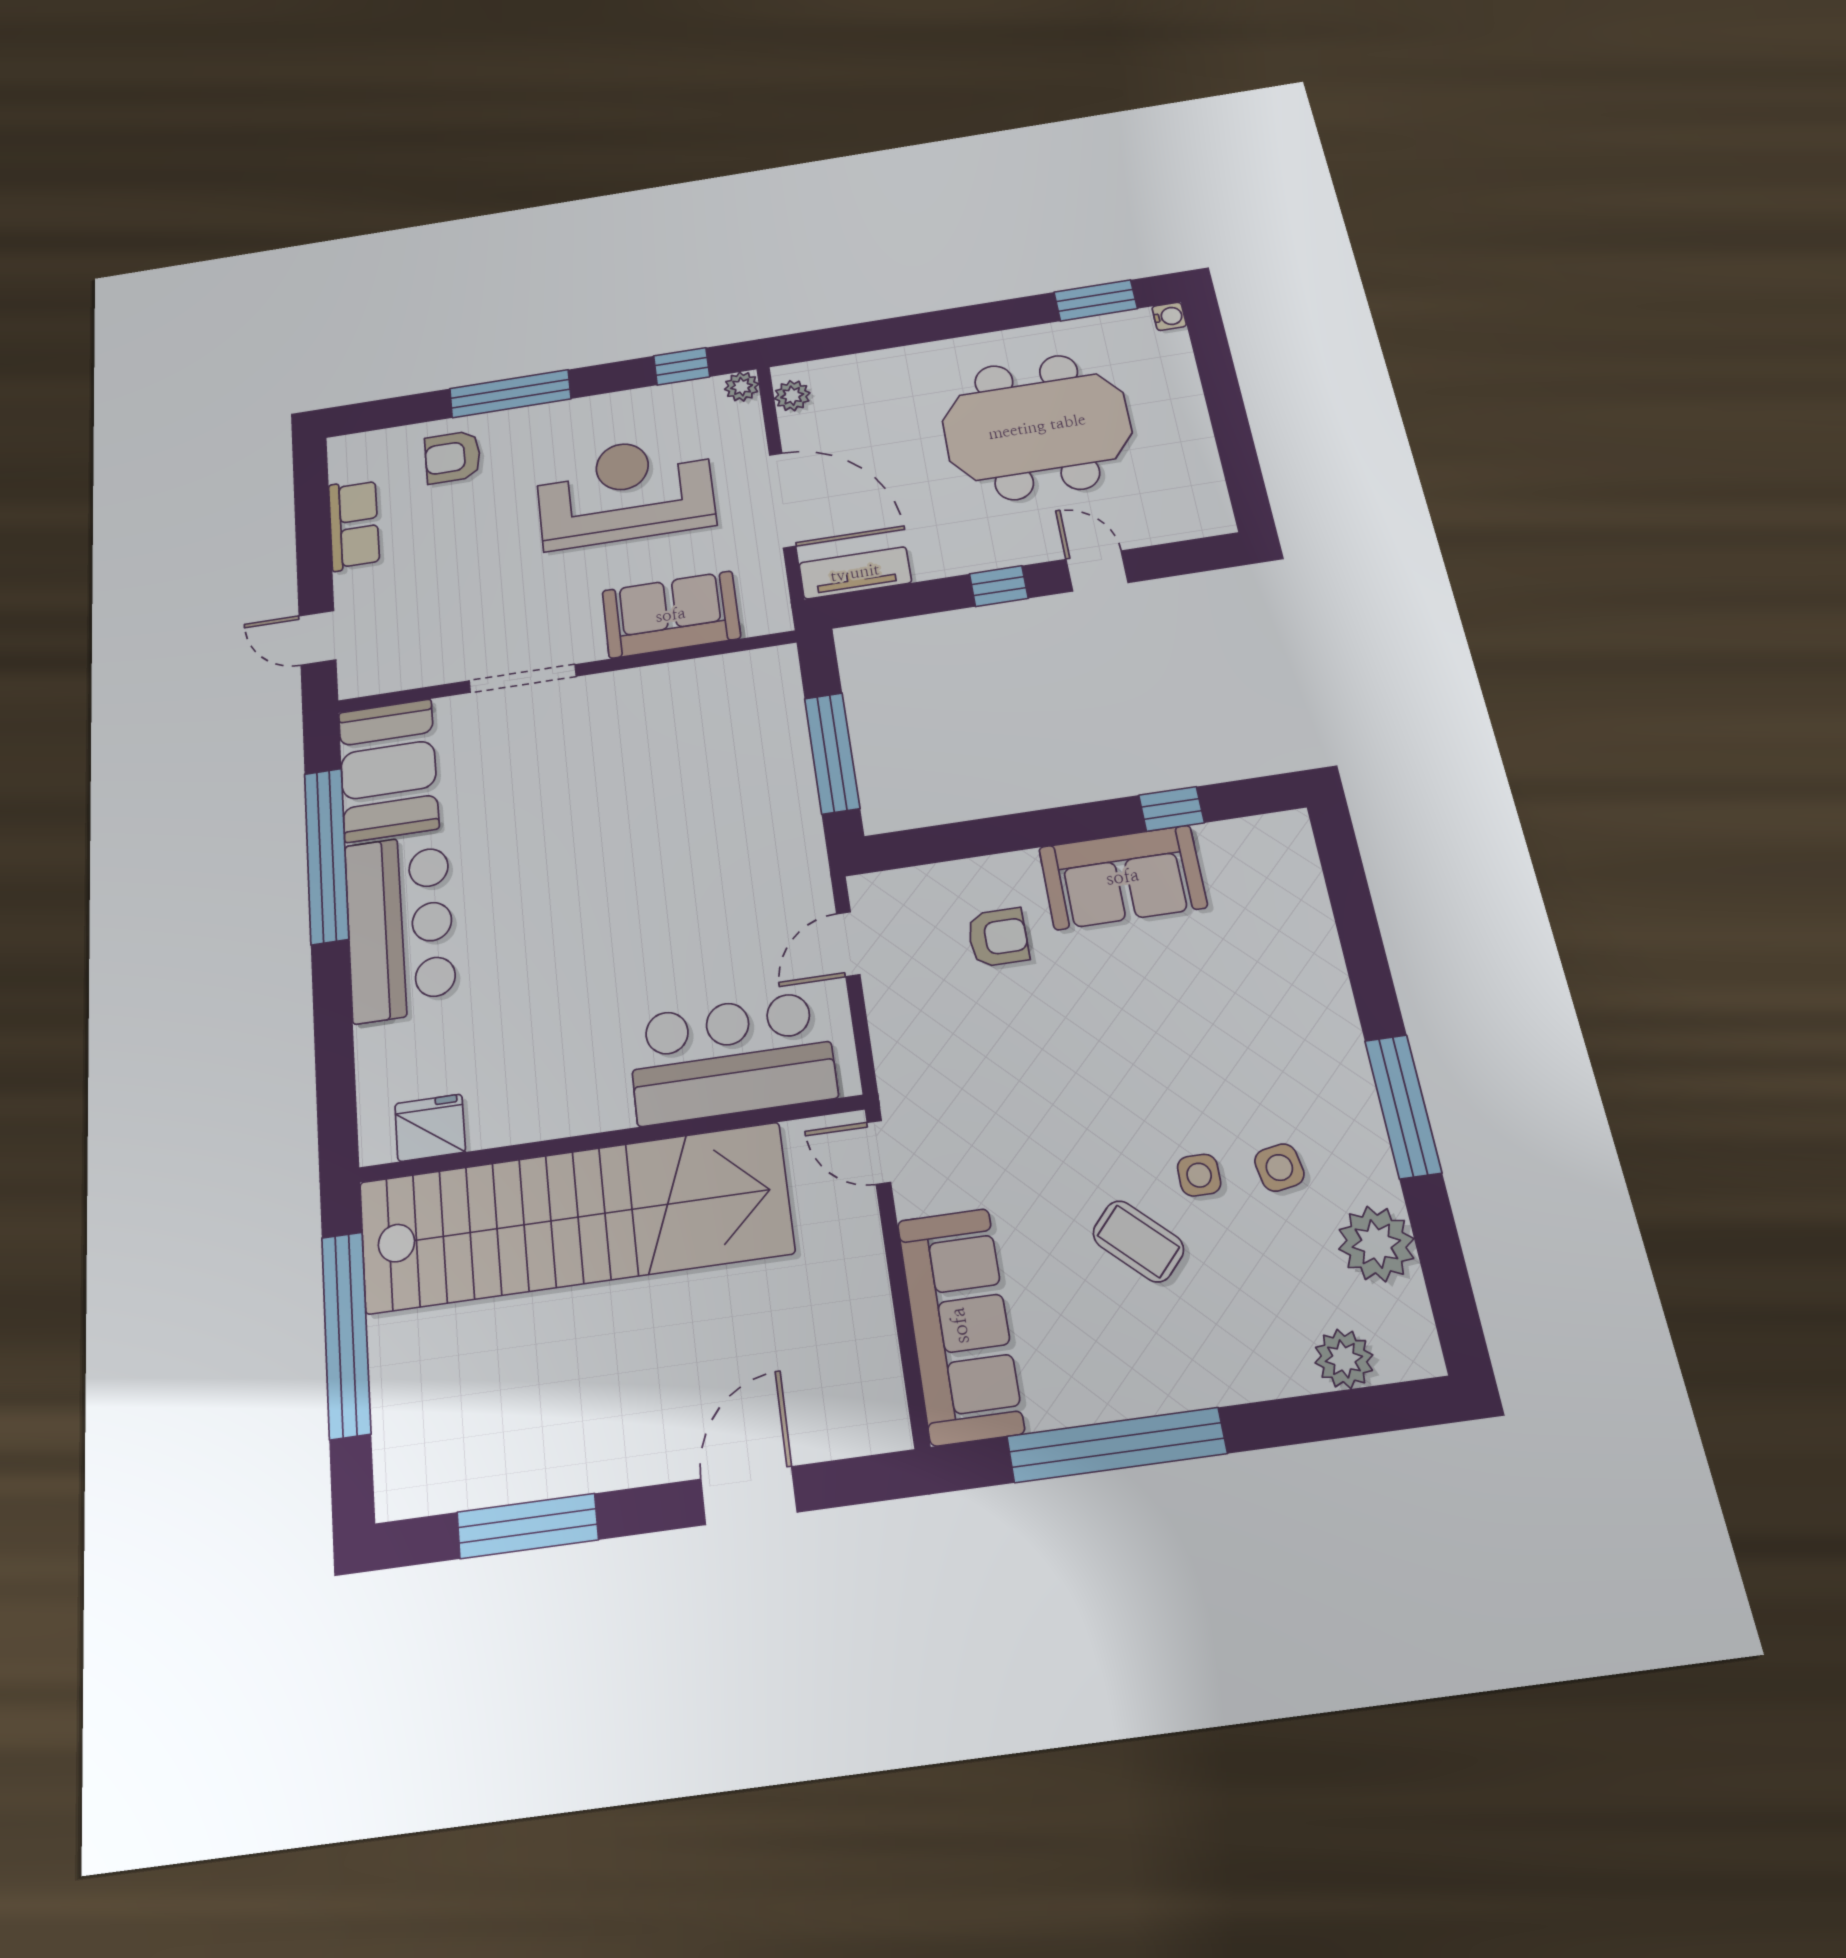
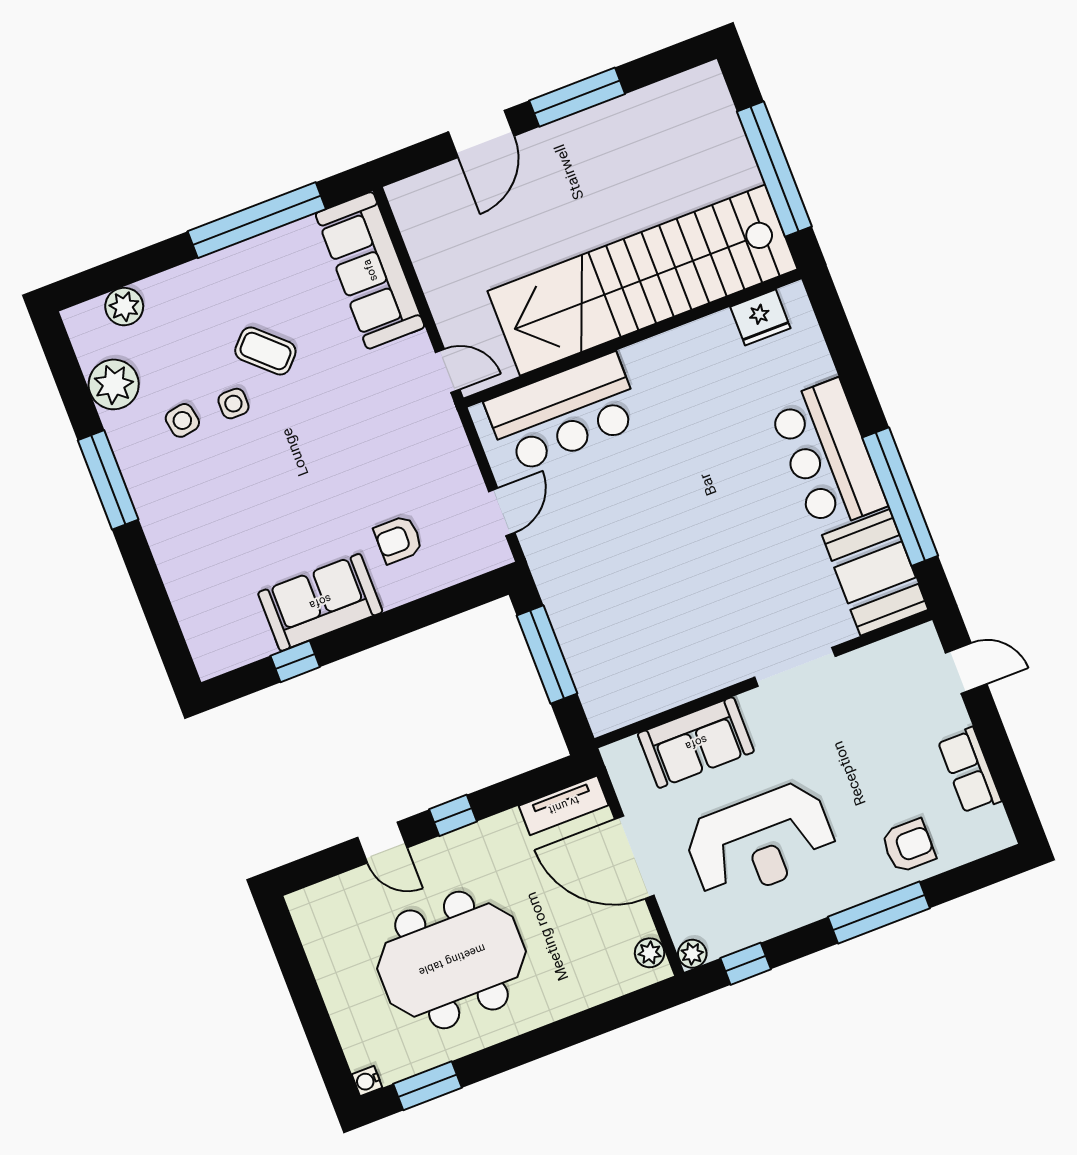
window: (527, 1526) -> (577, 97), moved

